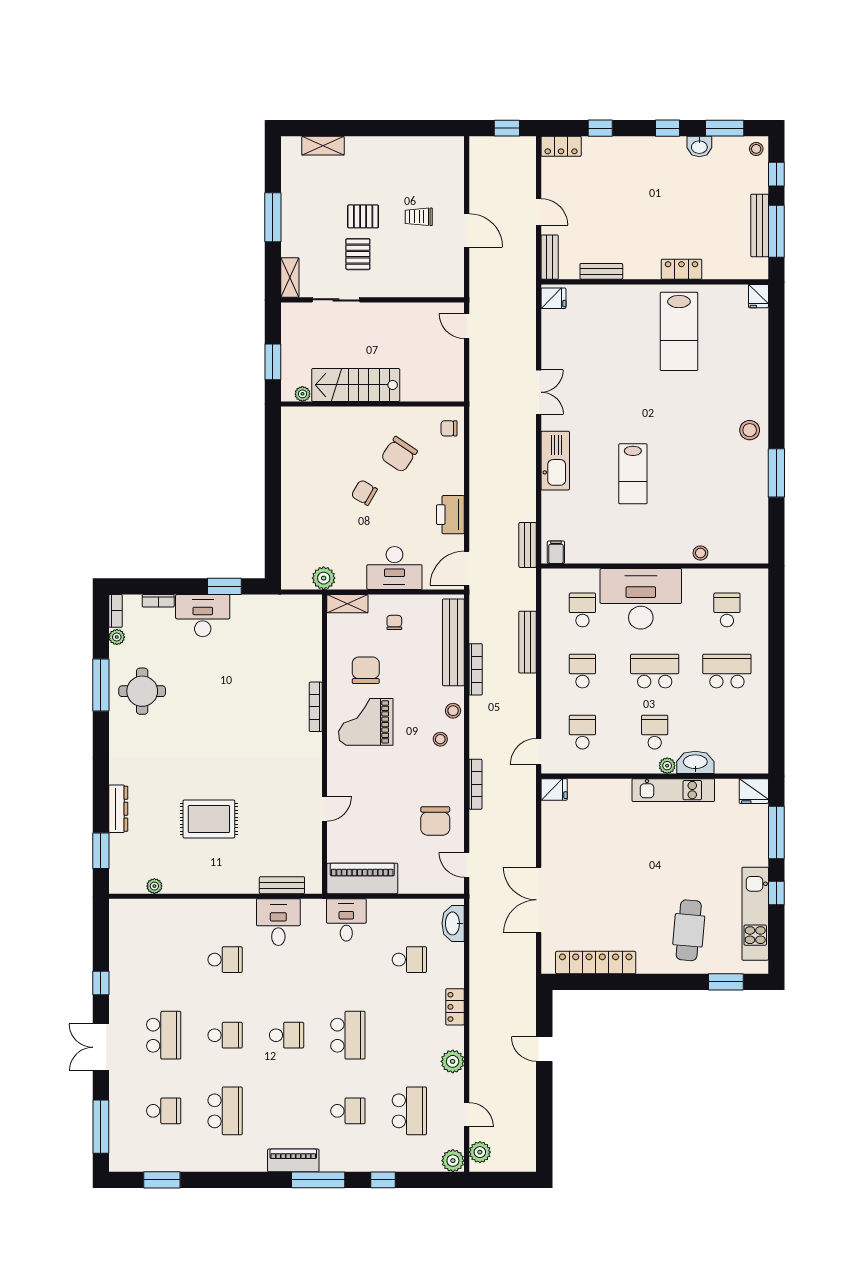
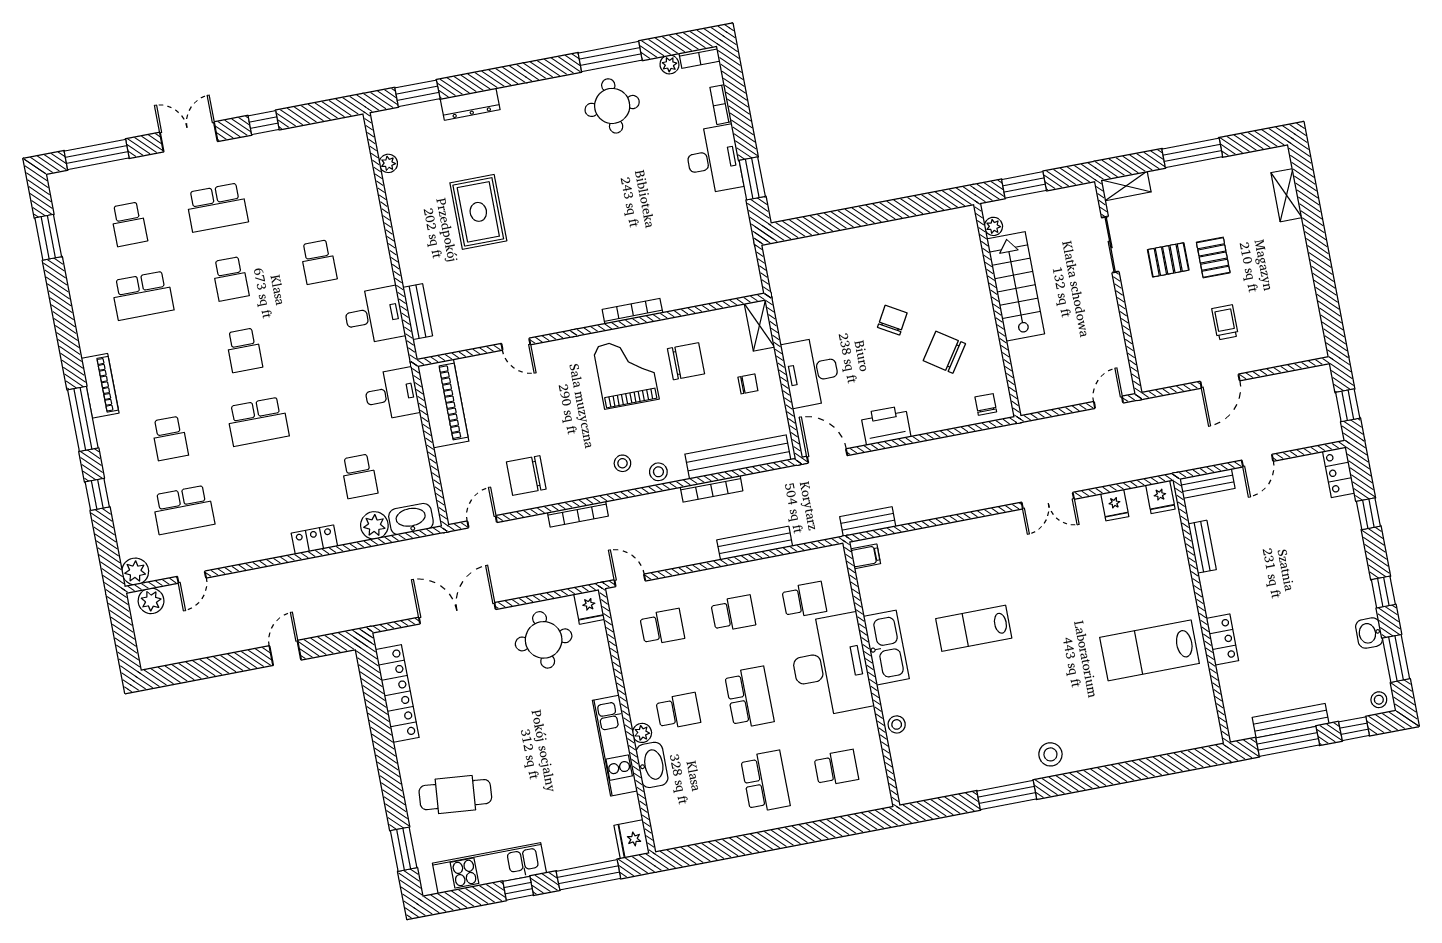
fridge: (758, 296) -> (1115, 505), moved, turned -90
kitchen sink: (555, 461) -> (886, 648), moved, turned -90
plant: (324, 578) -> (784, 292), removed
round table: (574, 833) -> (544, 640), added
plant: (453, 1061) -> (374, 525), moved

